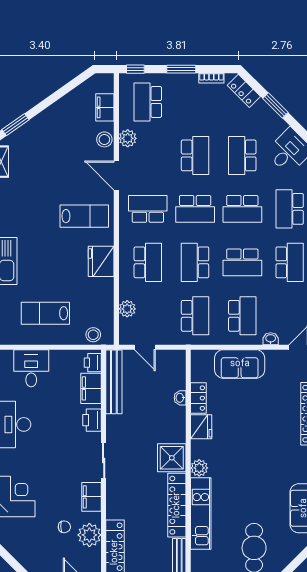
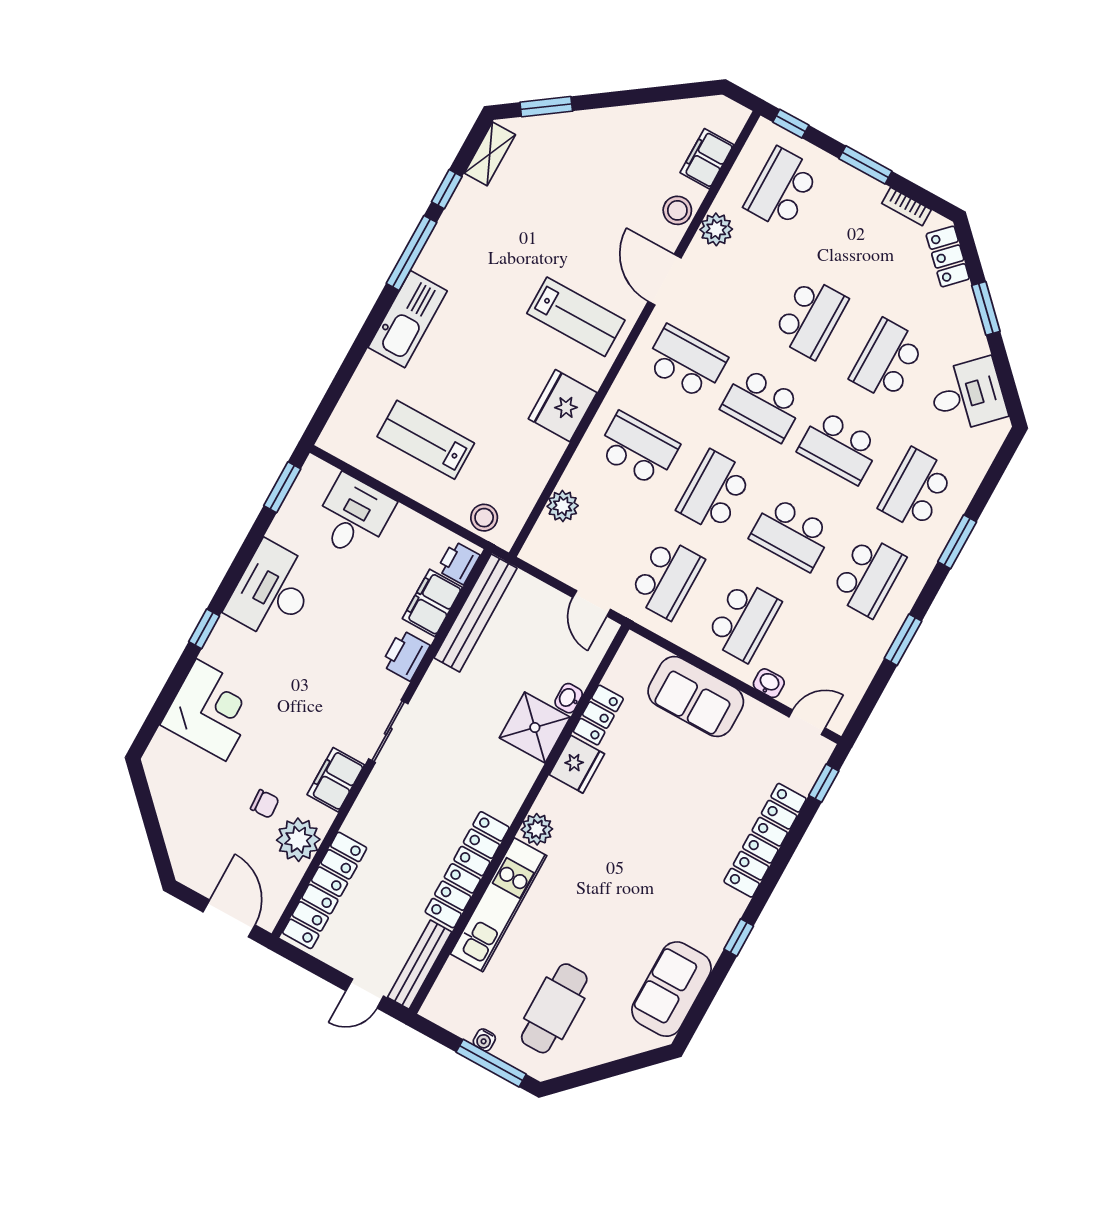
school desk: (148, 262) -> (638, 449), turned -90
door: (145, 347) -> (592, 603), moved
shower: (172, 458) -> (535, 727), moved

